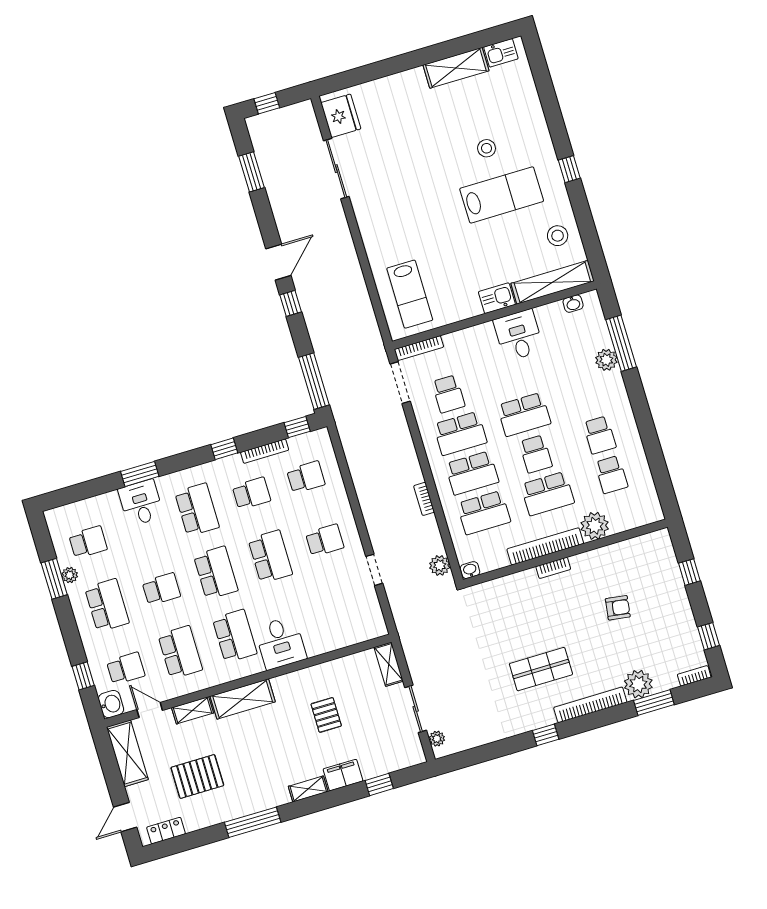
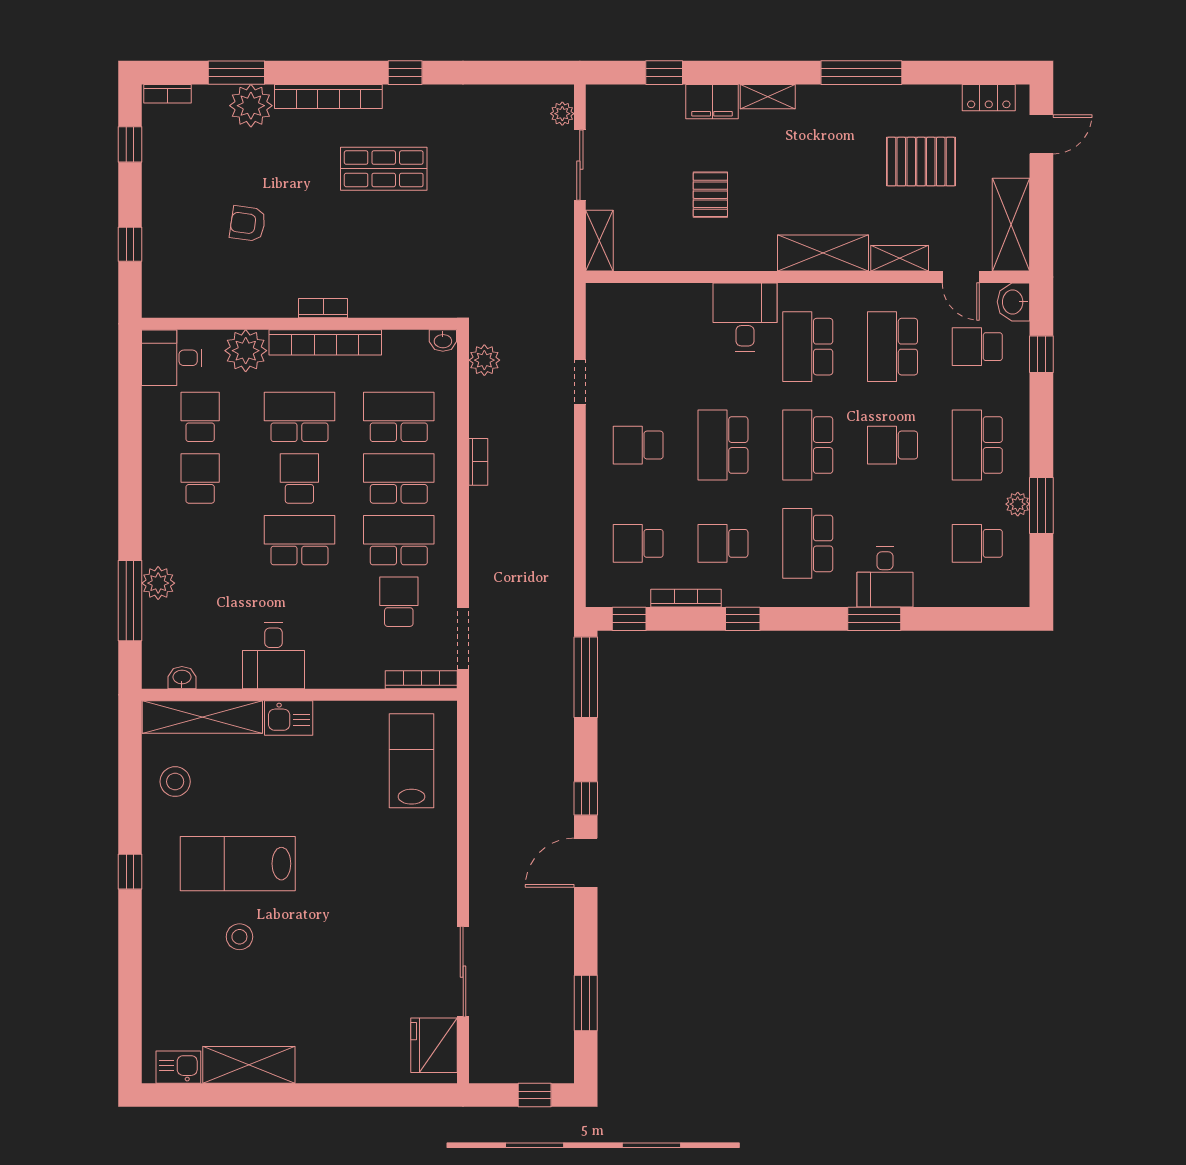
desk: (641, 507) -> (172, 358), added

